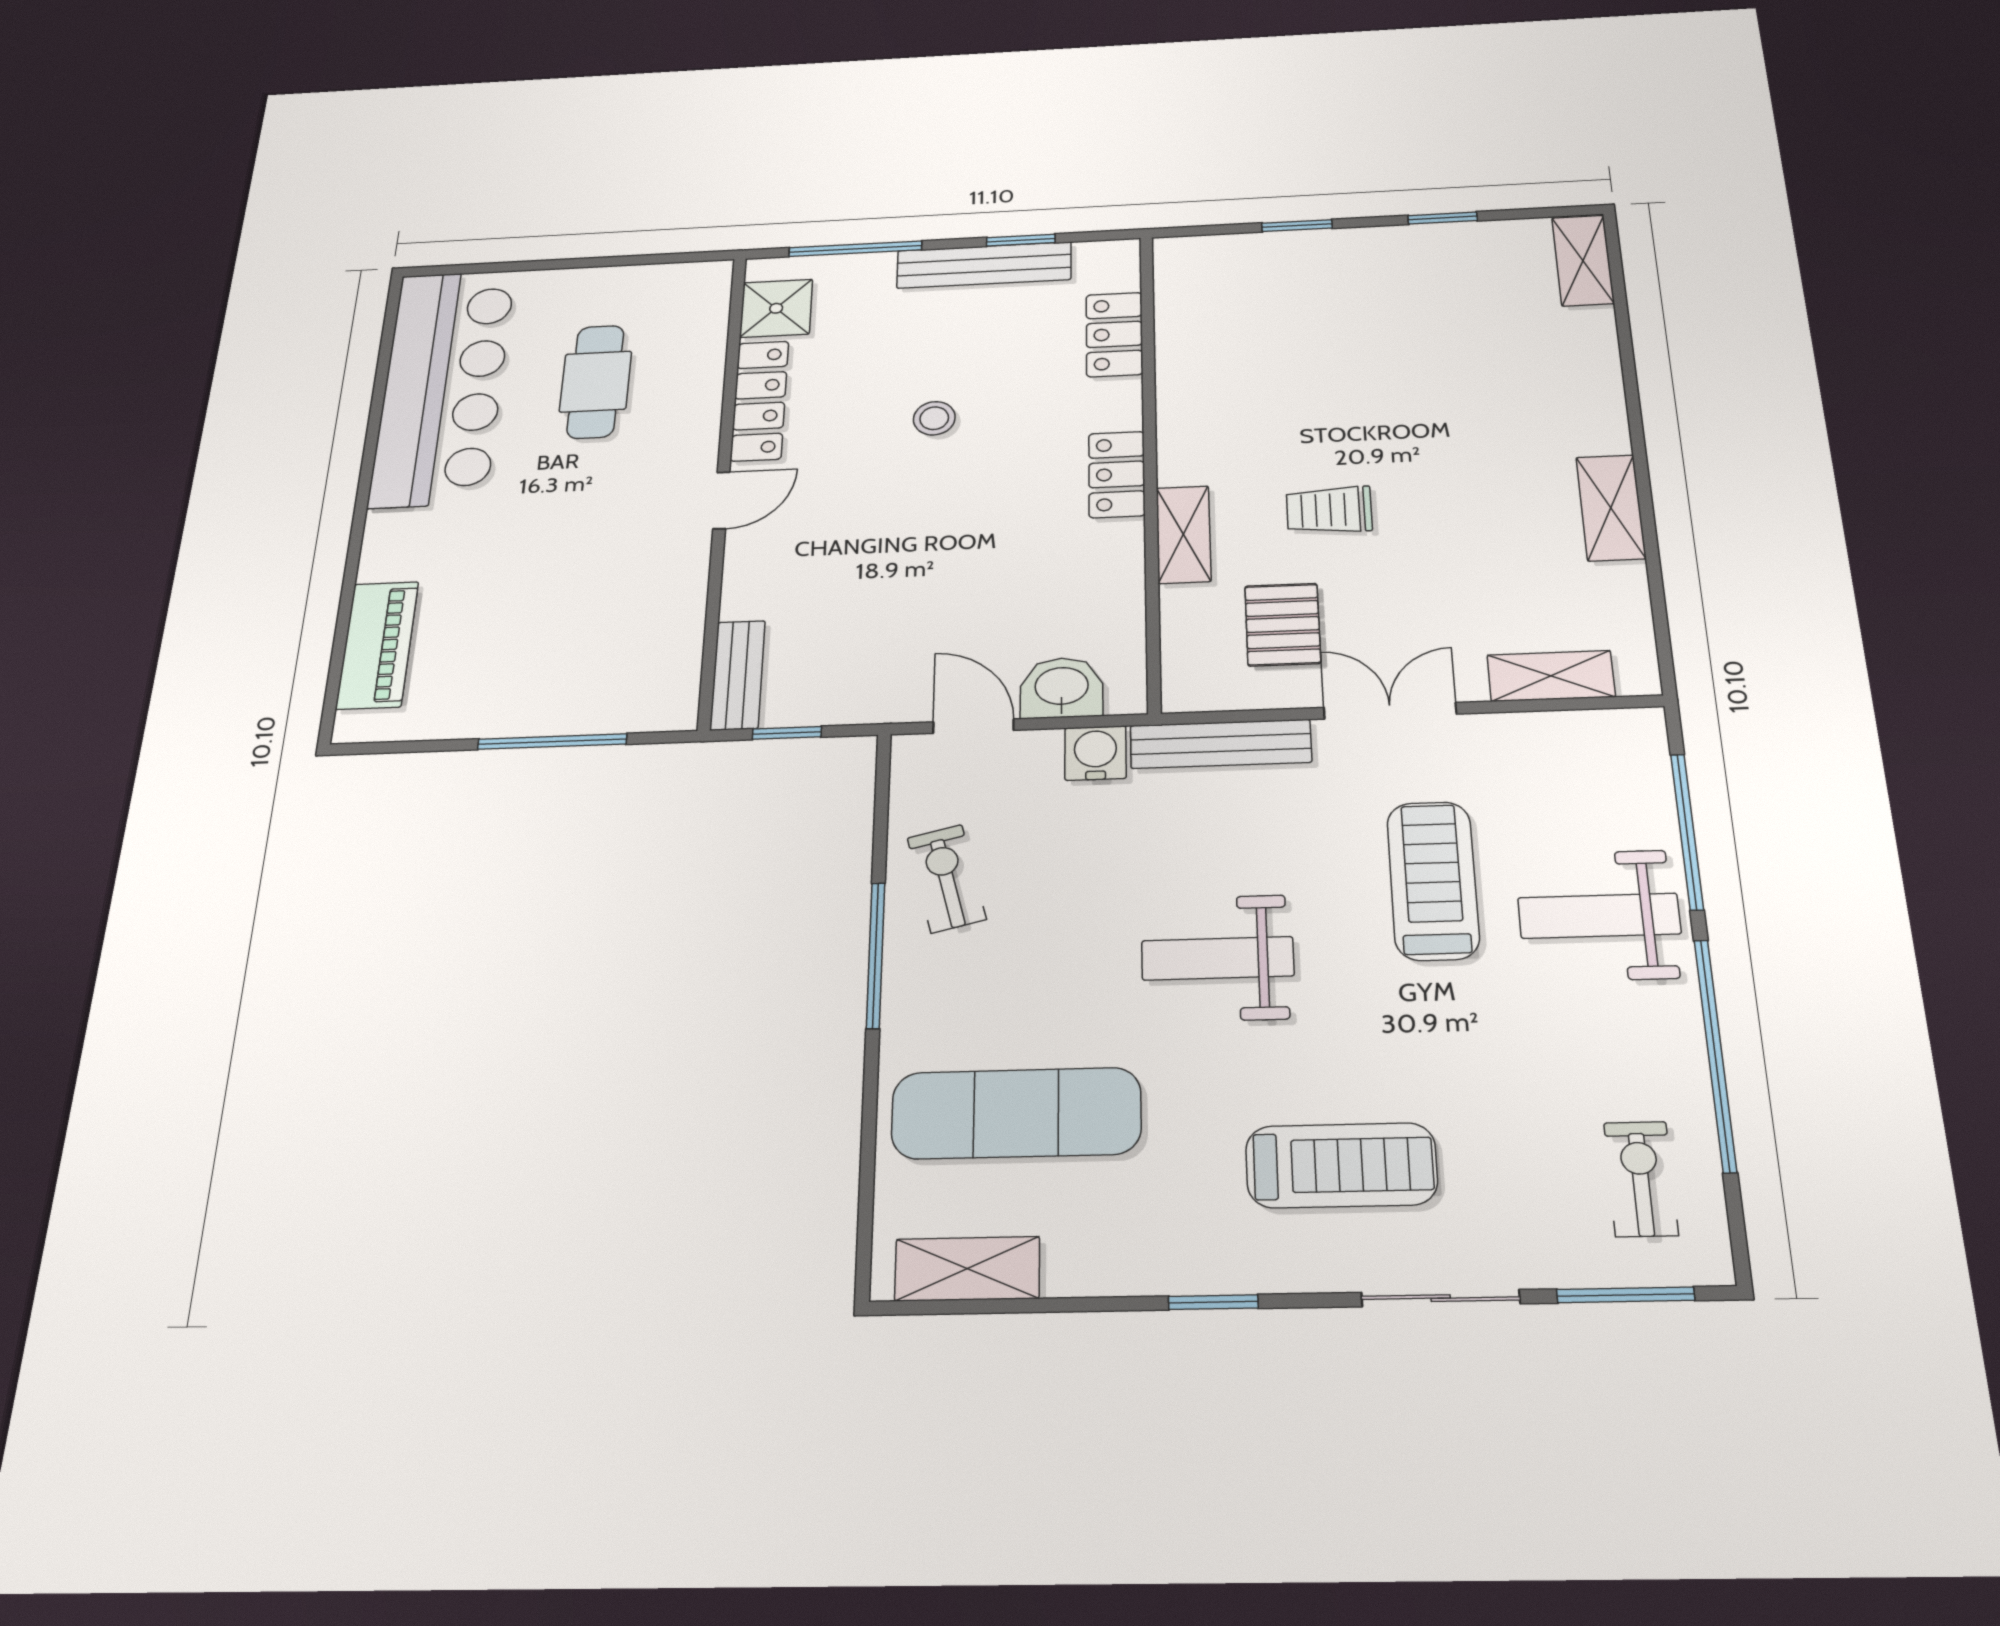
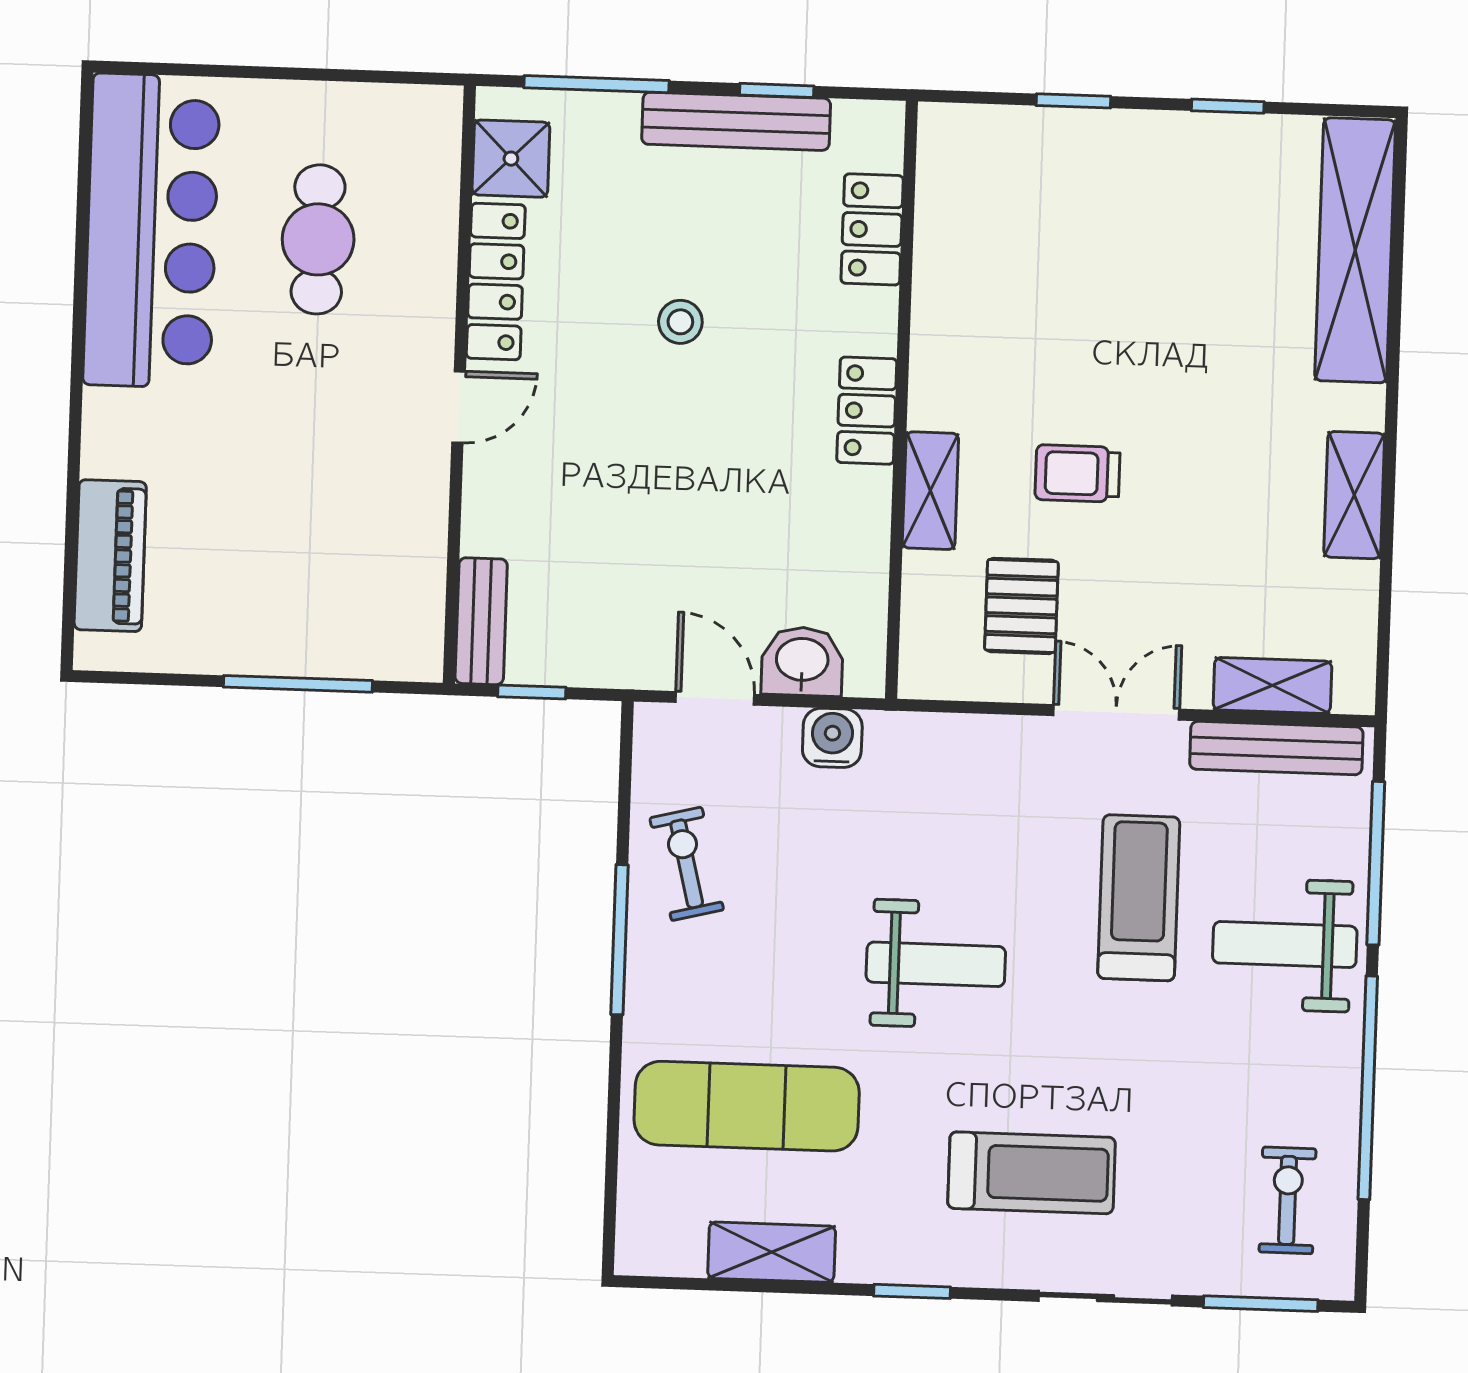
shelving: (1583, 260) -> (1355, 250), width x2.20, depth x1.33
bench: (1221, 744) -> (1276, 748), moved
weight bench: (1218, 958) -> (936, 964), turned 180
shelving: (967, 1269) -> (772, 1252), moved

